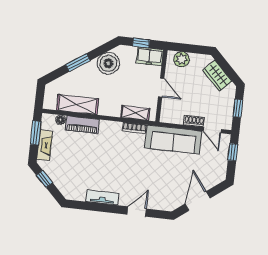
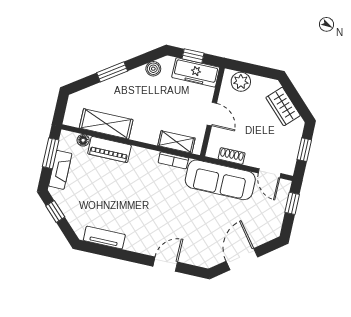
freezer: (150, 56) -> (196, 72), width x1.40
boiler: (108, 63) -> (153, 69), width x0.54, depth x0.54
shoe rack: (194, 121) -> (232, 156), moved
tv unit: (102, 197) -> (104, 238), moved

